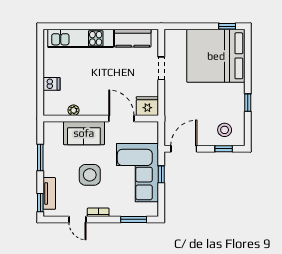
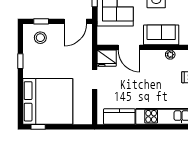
doorway: (161, 68) -> (95, 79), moved

